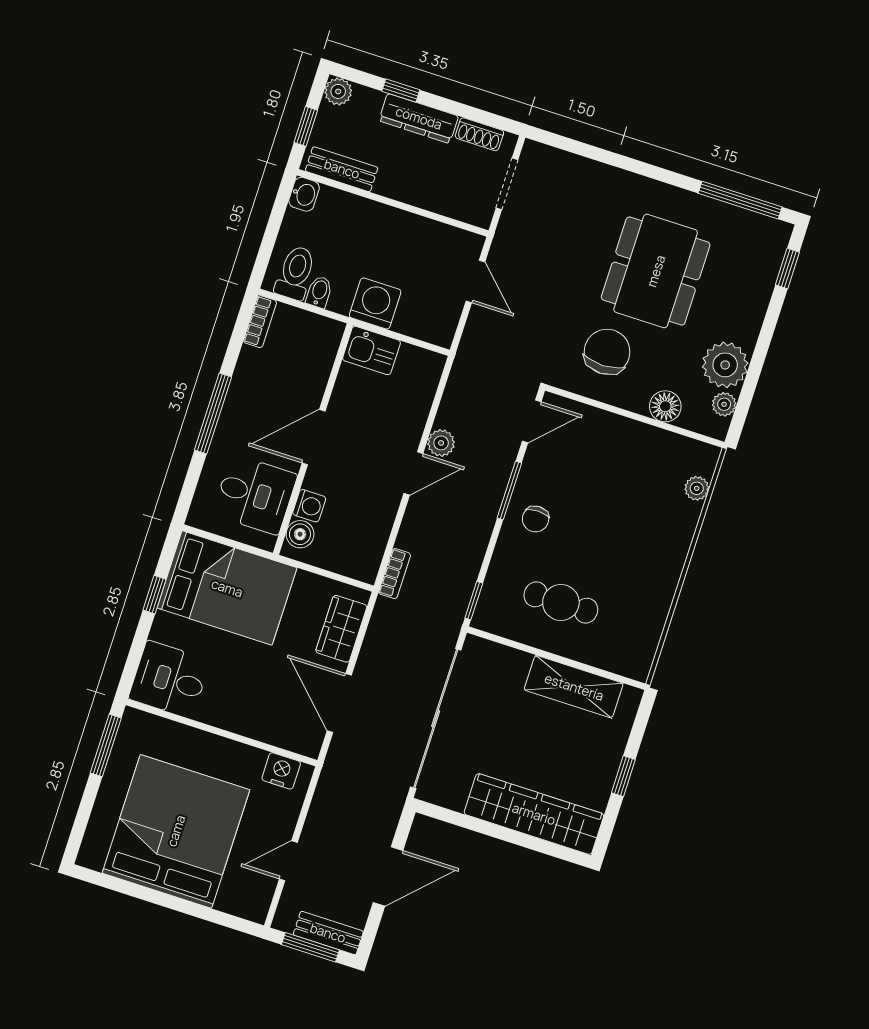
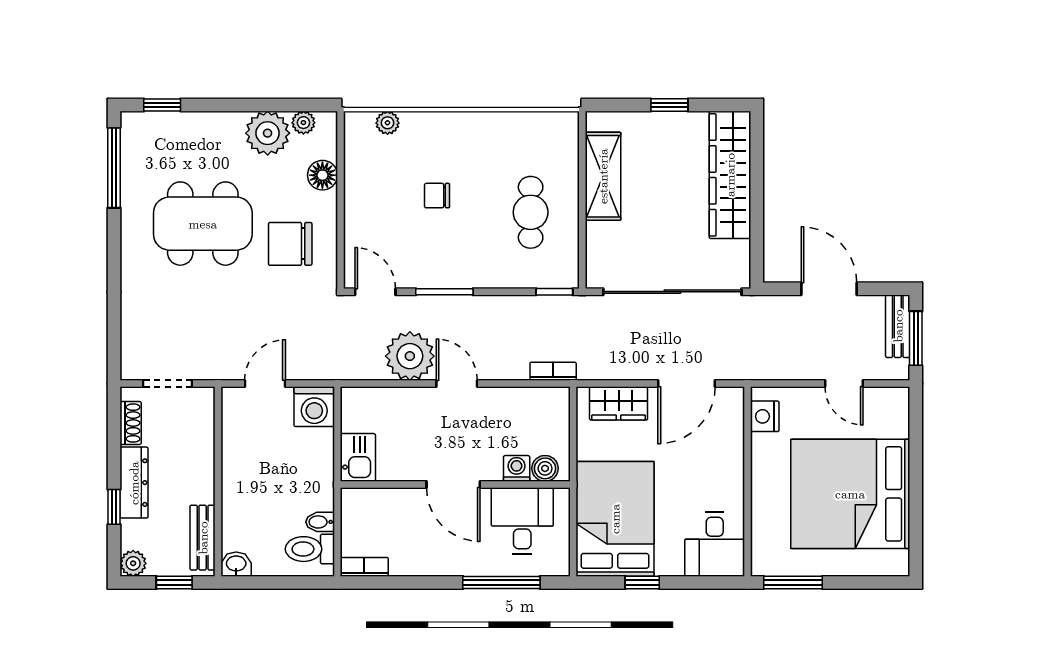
washing machine: (375, 304) -> (314, 407), moved, turned -90
window: (213, 414) -> (501, 582), moved
plant: (441, 443) -> (410, 356), width x1.87, depth x1.87
chair: (536, 519) -> (437, 196), moved, turned 180

